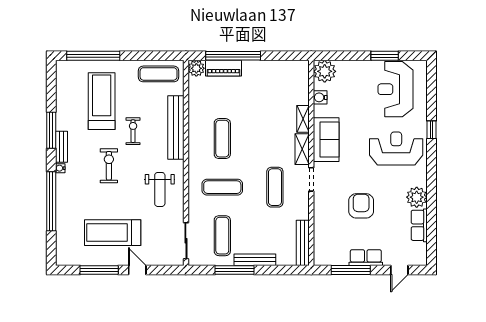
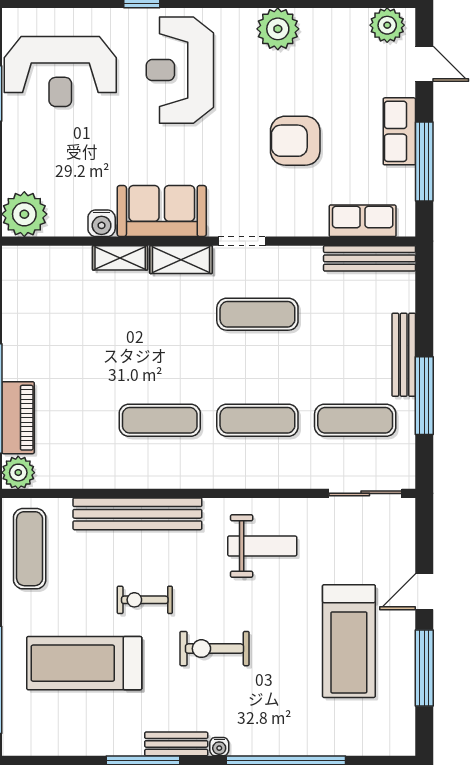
water cooler: (320, 97) -> (102, 223), moved
exercise mat: (222, 187) -> (257, 420), turned 90
row of seats: (419, 225) -> (363, 221), moved, turned 180
plant: (419, 252) -> (387, 25), added

